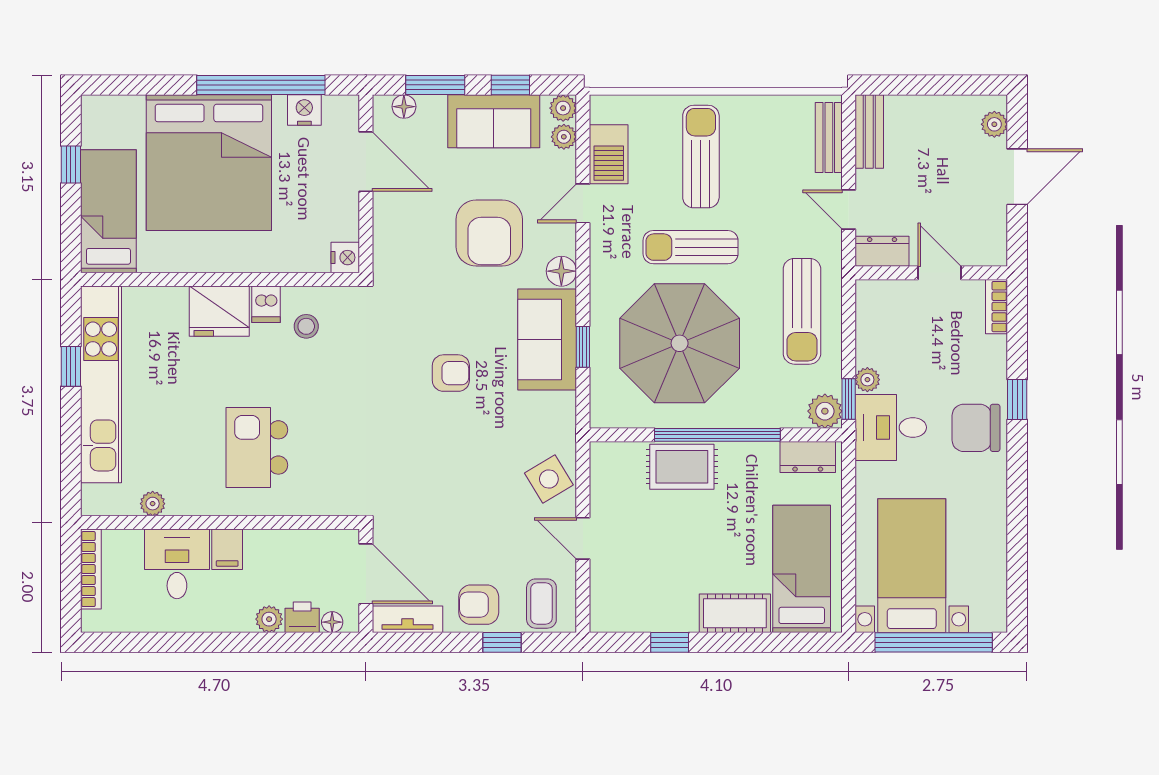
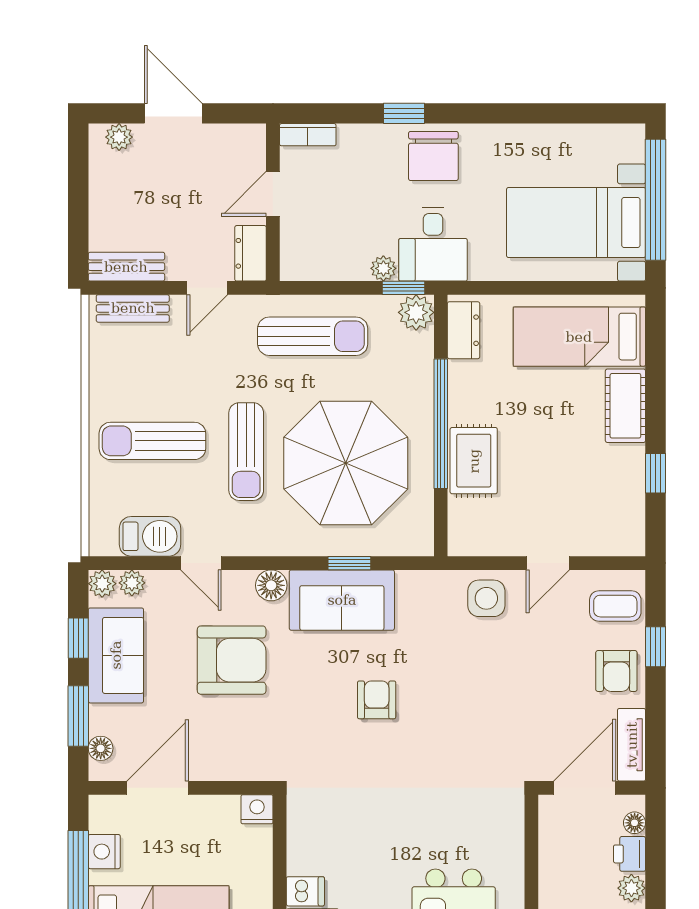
stool: (306, 326) -> (328, 850), removed
side table: (549, 479) -> (486, 598), turned 31

